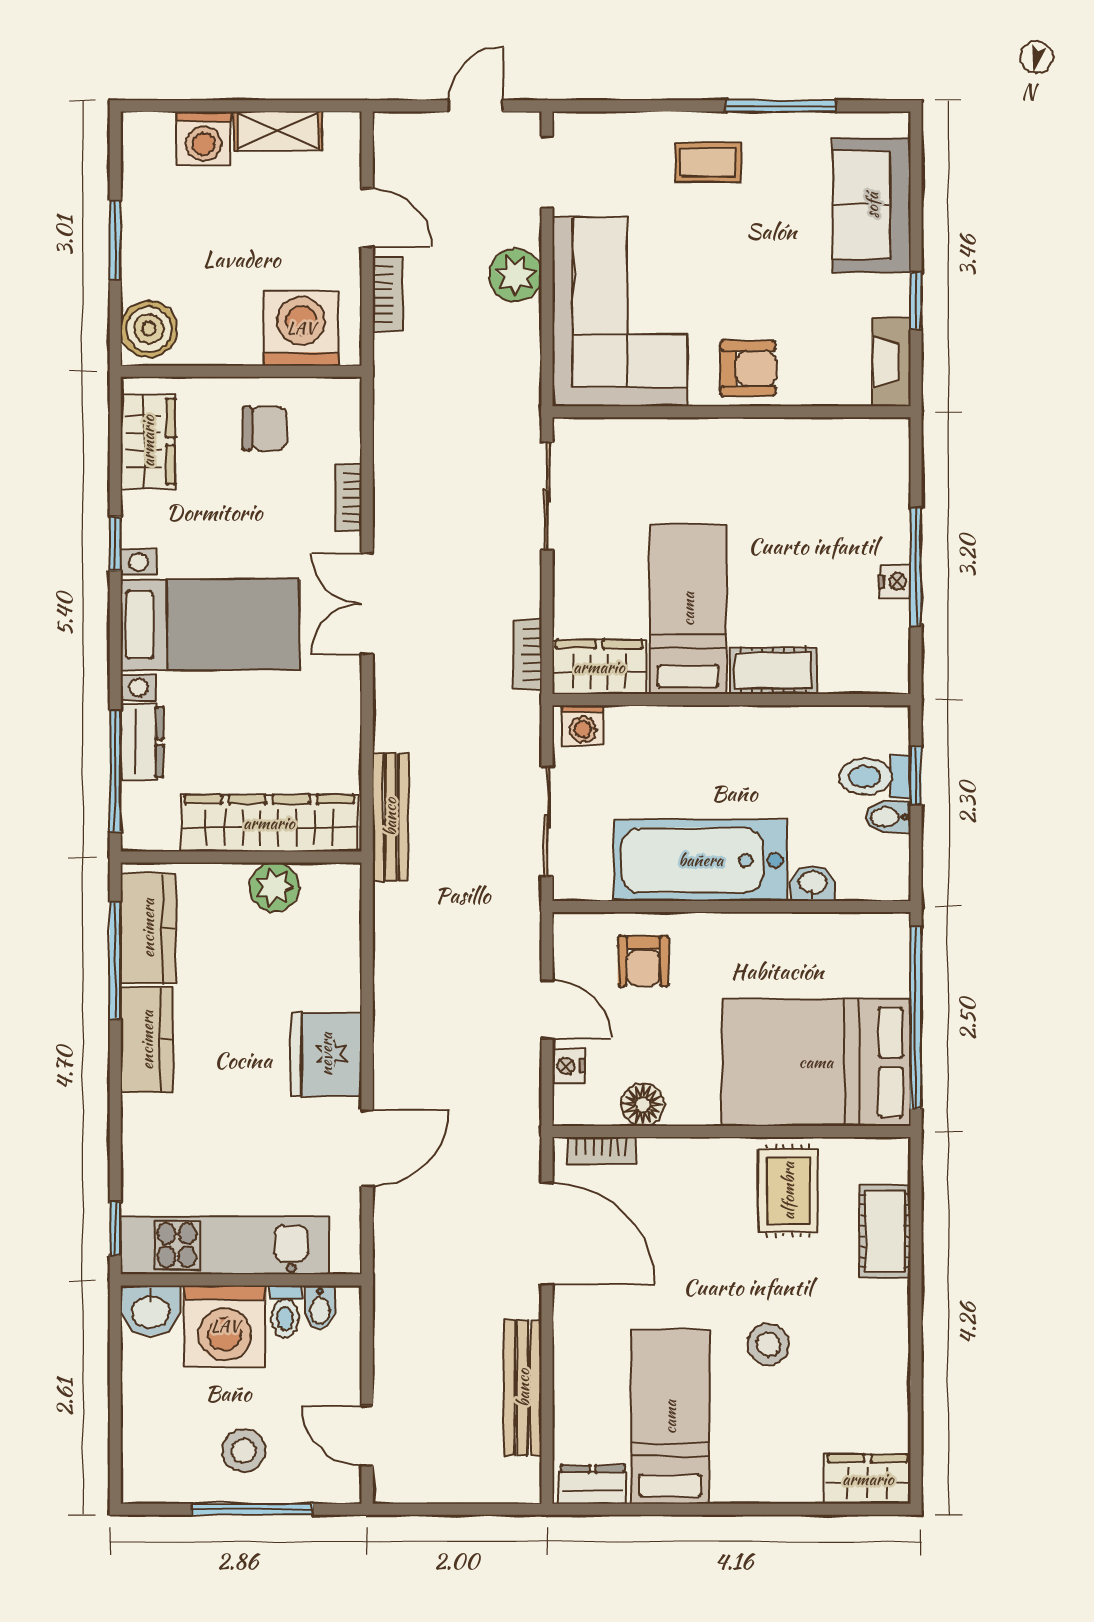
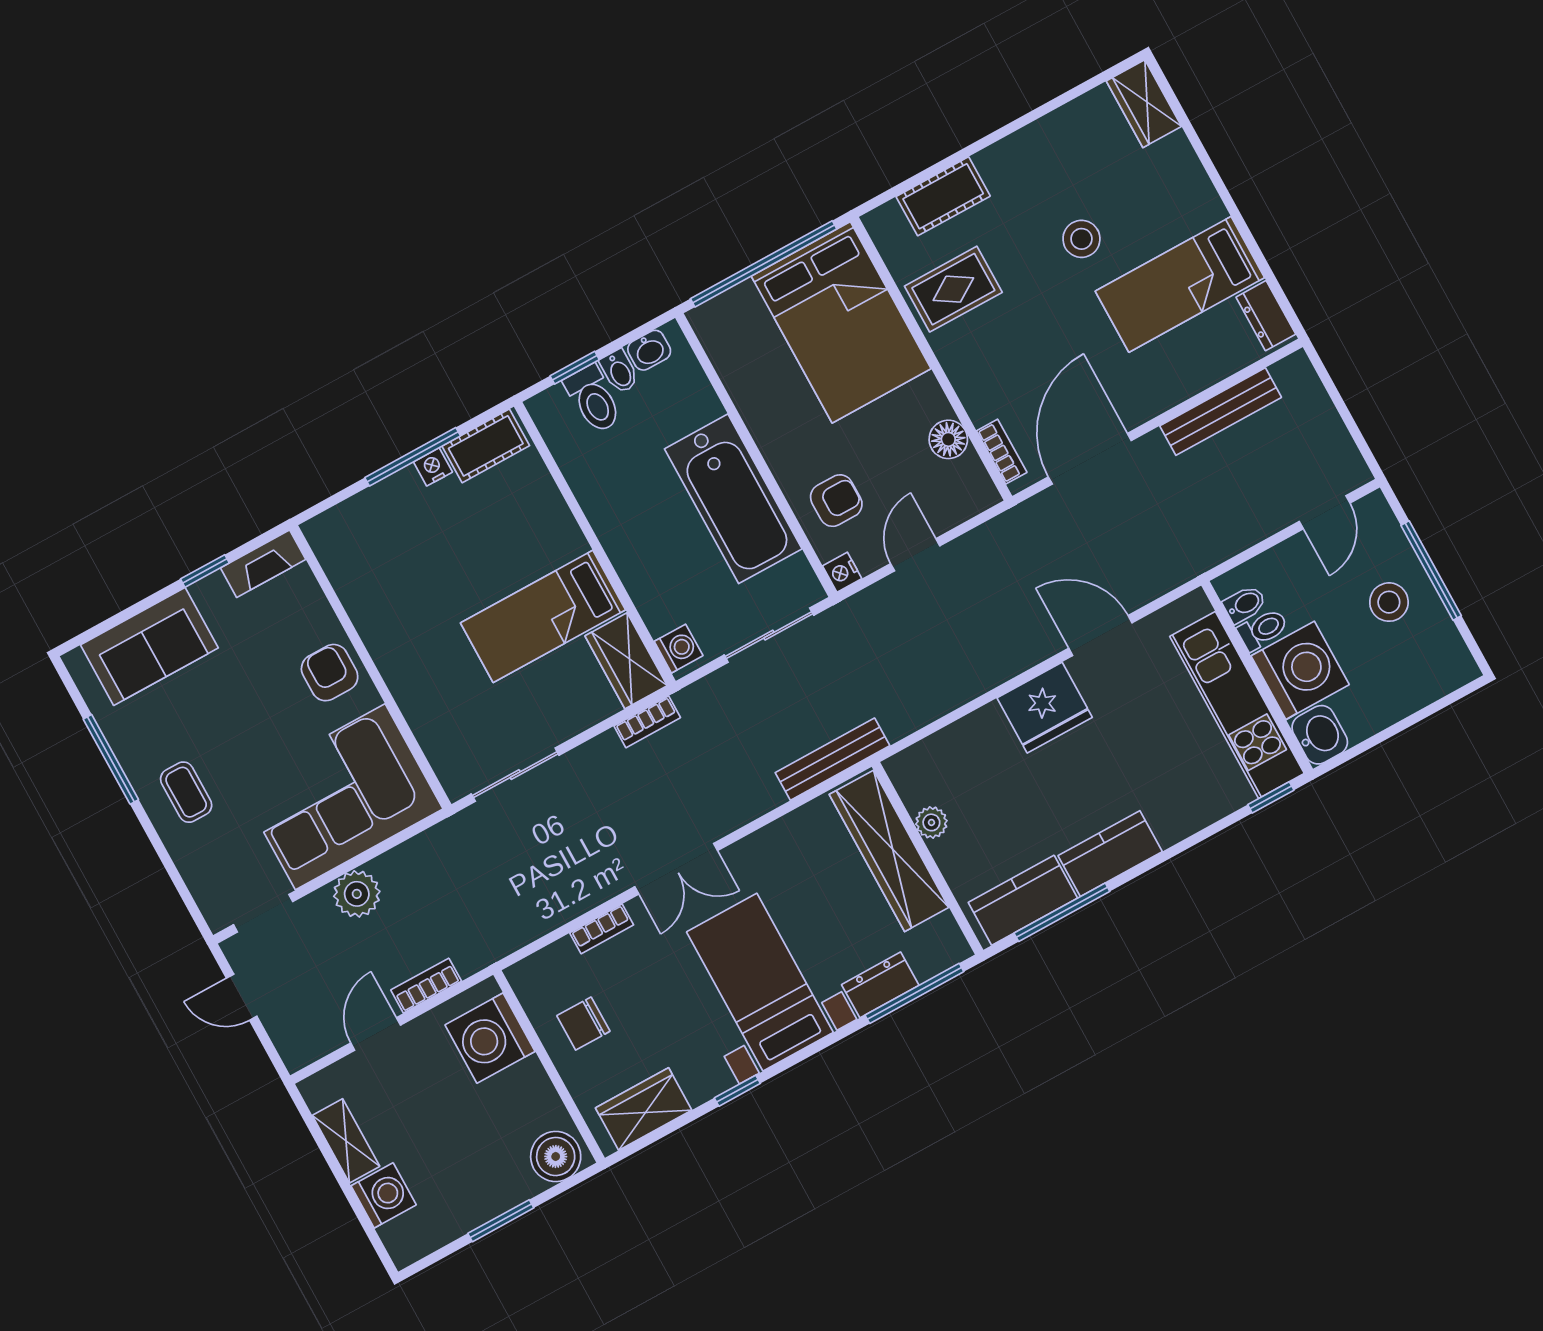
chair: (265, 428) -> (583, 1023), turned -90
cot: (773, 671) -> (486, 446), moved, turned 90
washbasin: (813, 883) -> (649, 350), moved, turned -90
plant: (274, 887) -> (931, 822), width x0.73, depth x0.73
nightstand: (568, 1066) -> (842, 572), moved, turned 90

